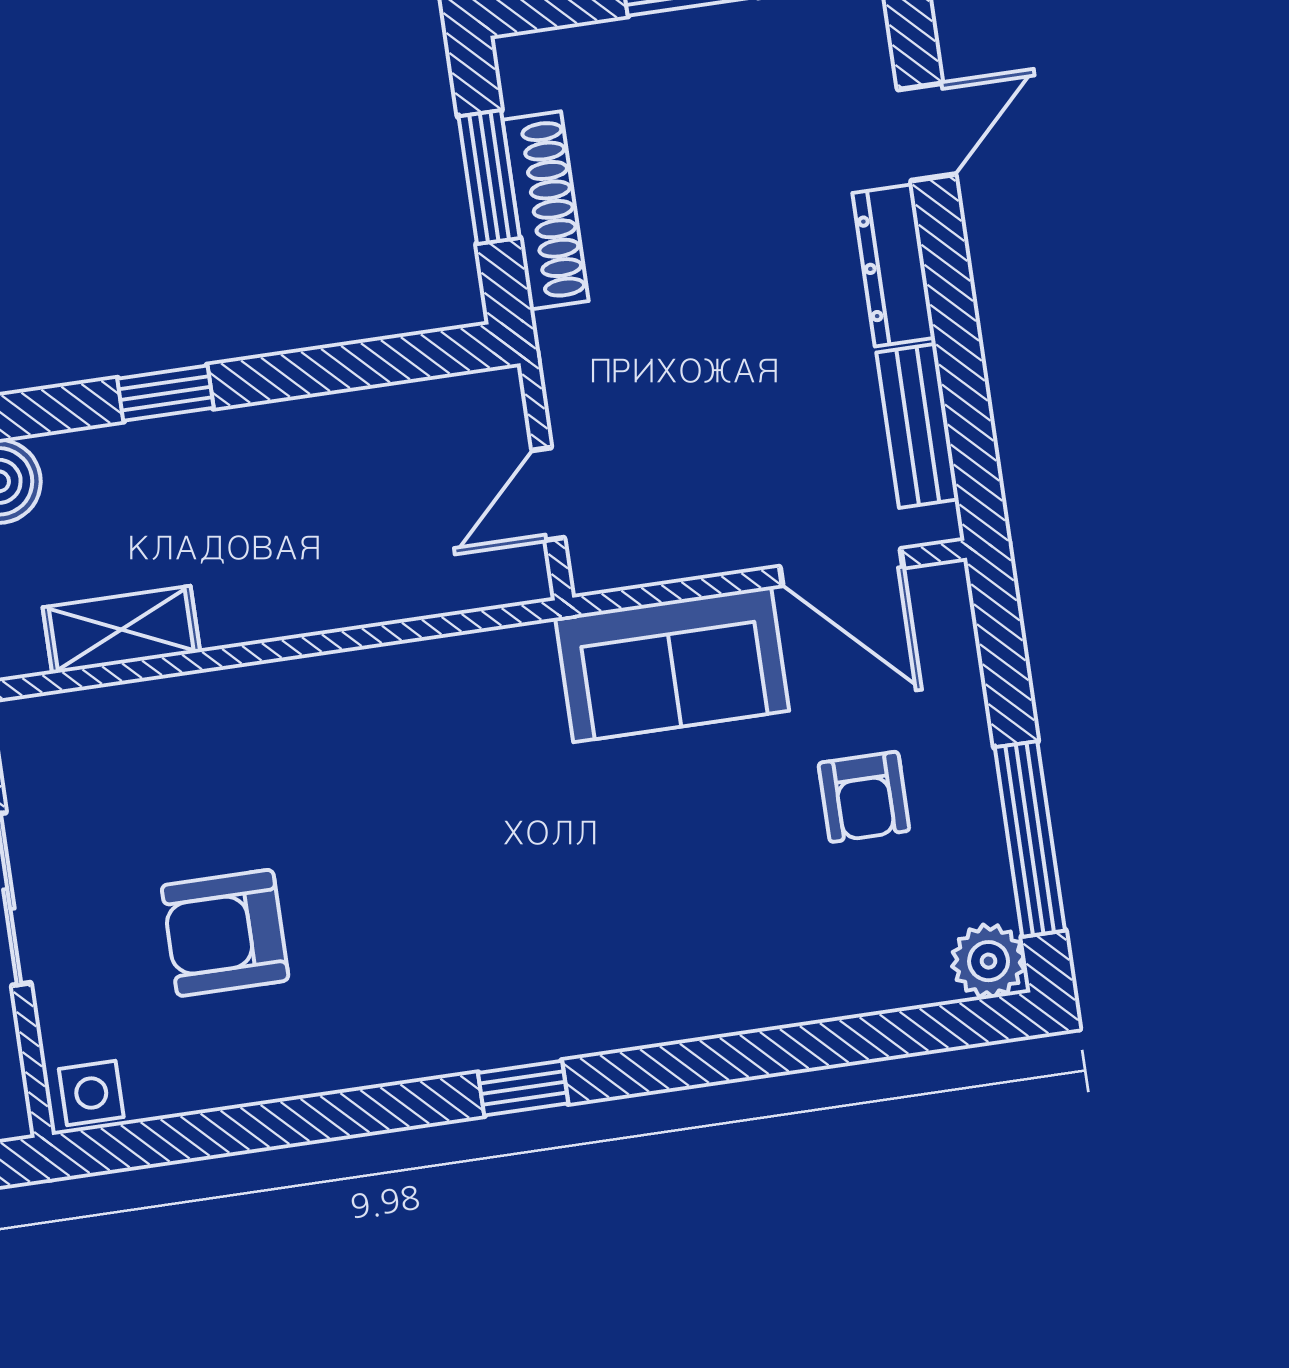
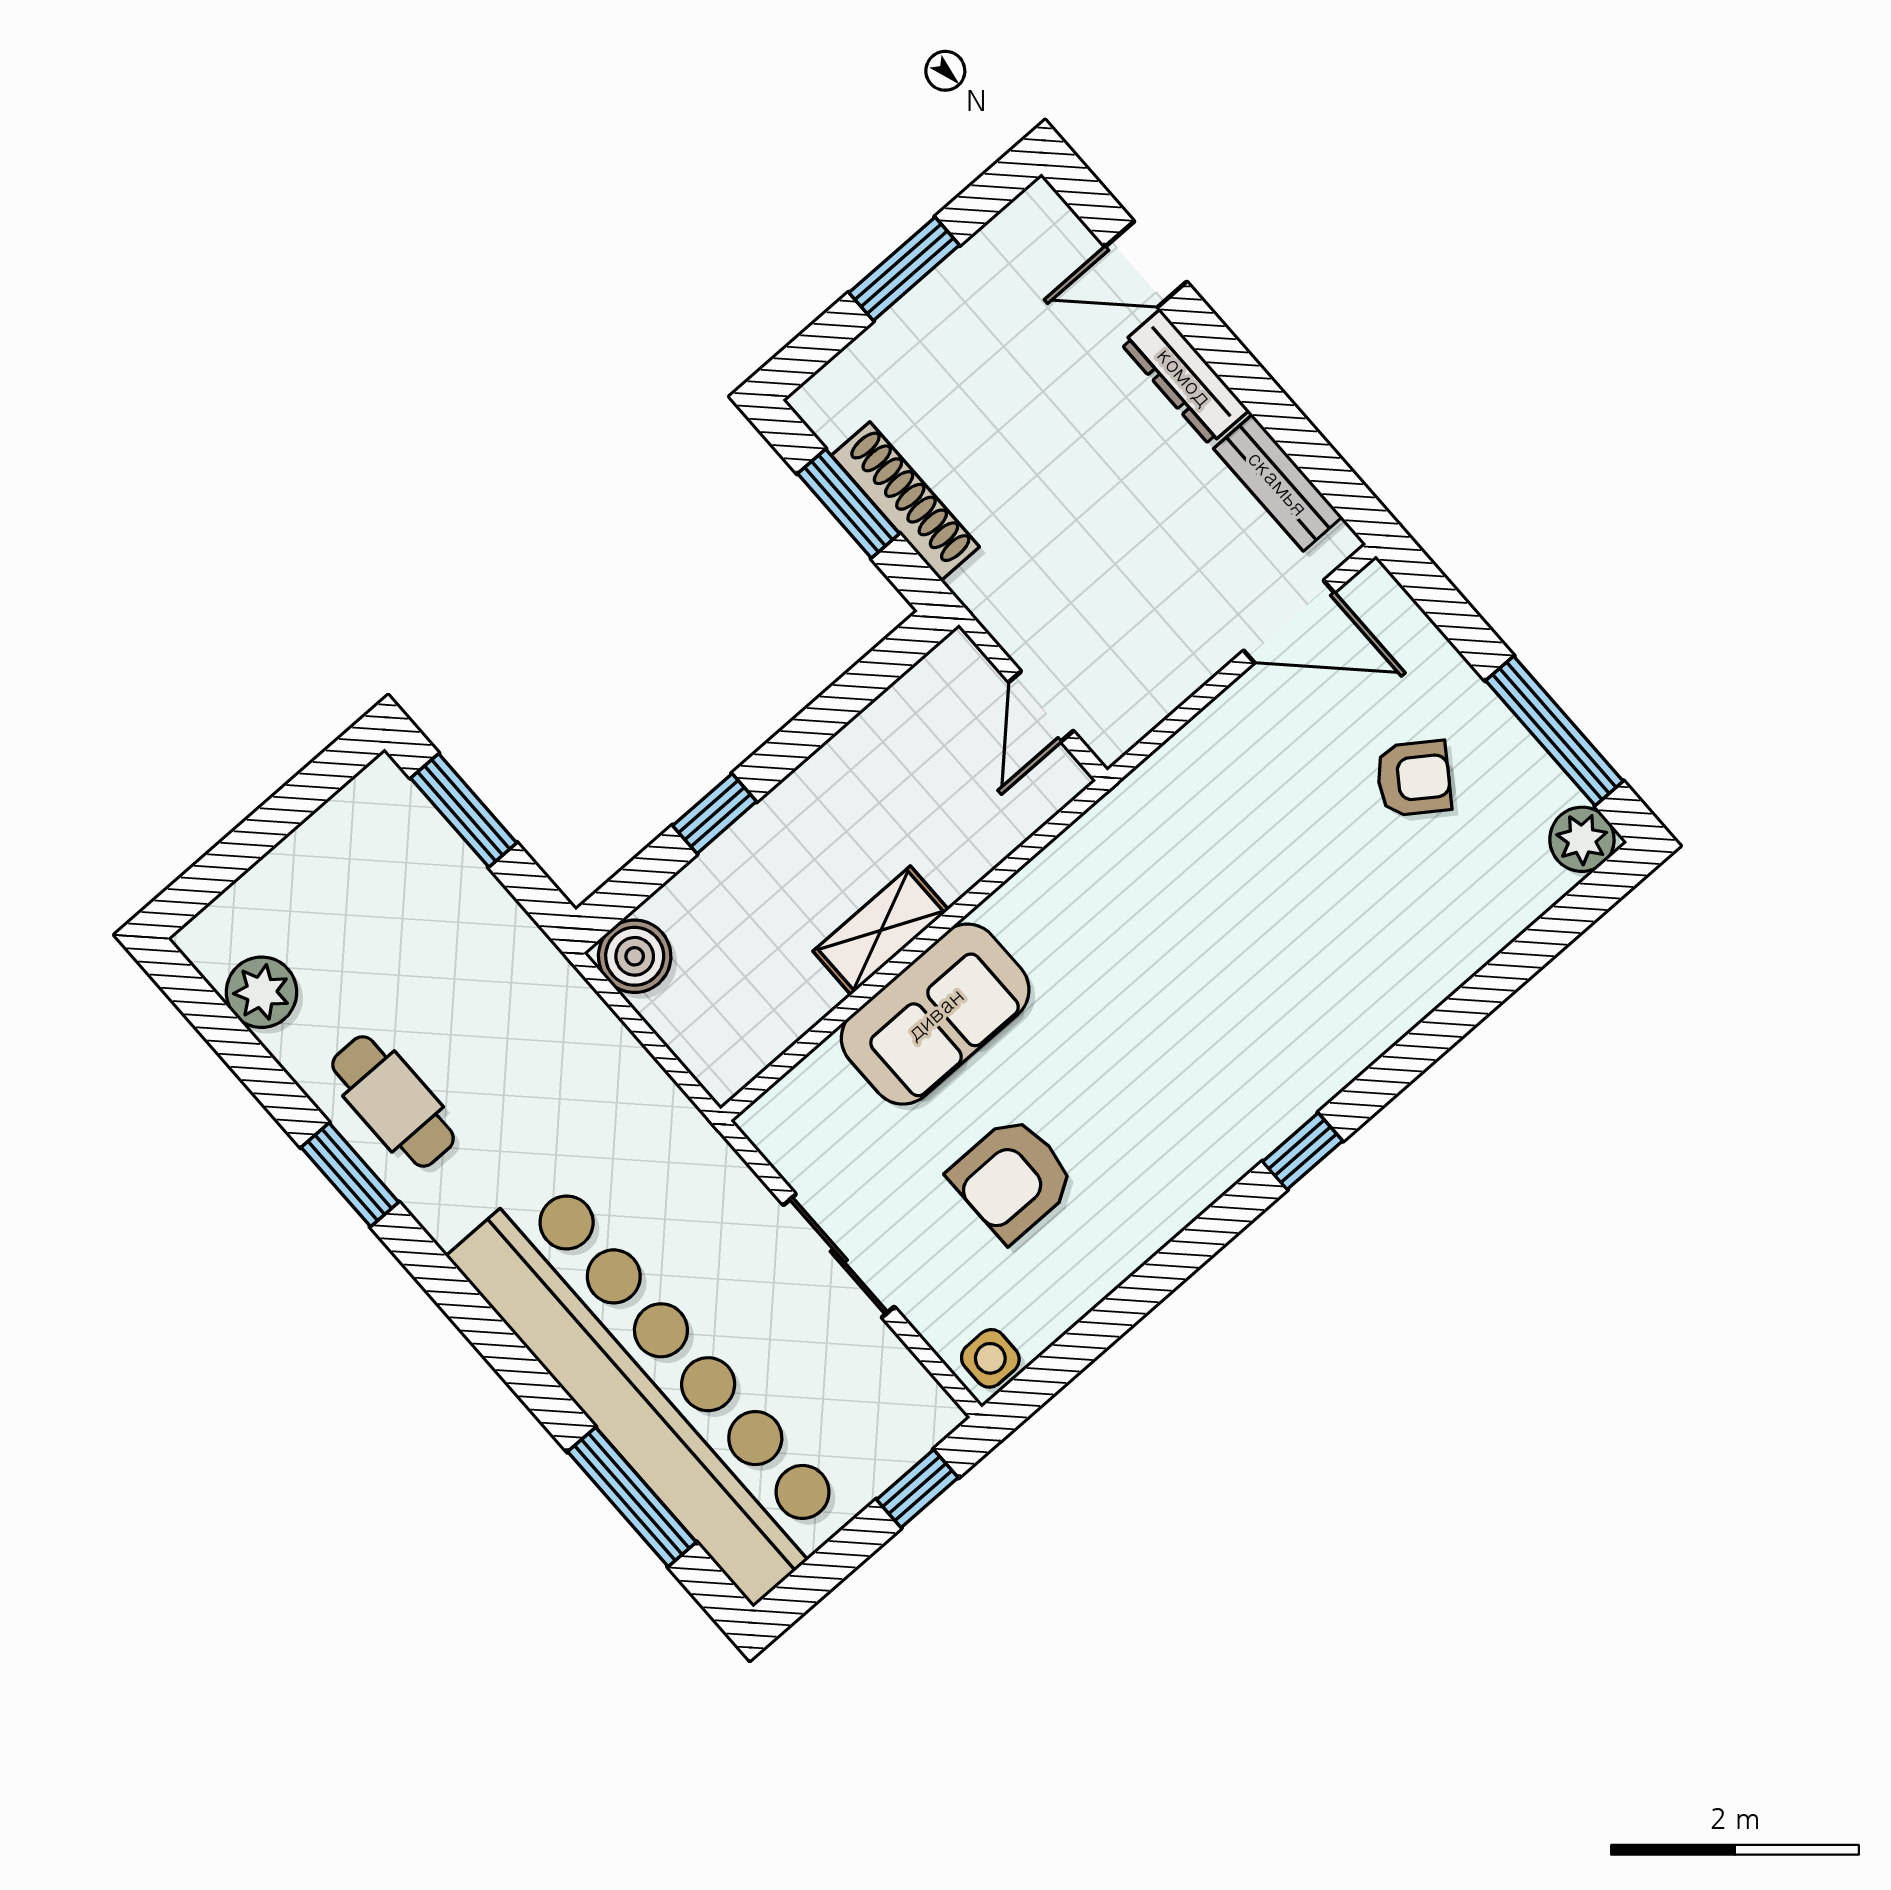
door: (927, 132) -> (1146, 264), swing flipped
shelving: (121, 630) -> (881, 930), moved
sofa: (672, 664) -> (935, 1014), moved
armchair: (864, 797) -> (1414, 778), turned -55

